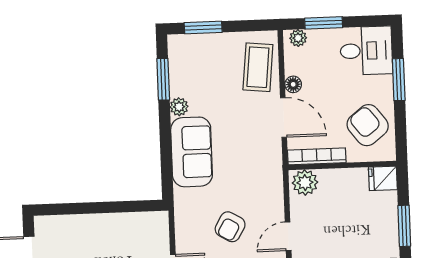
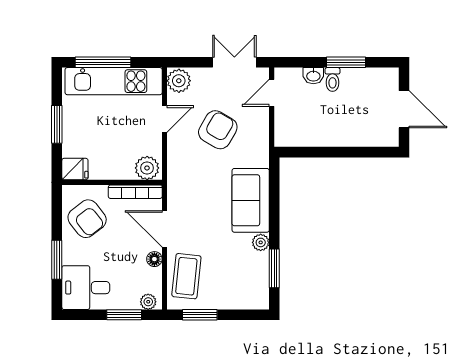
window: (203, 27) -> (200, 315), moved
armchair: (230, 227) -> (218, 130), width x1.38, depth x1.38

